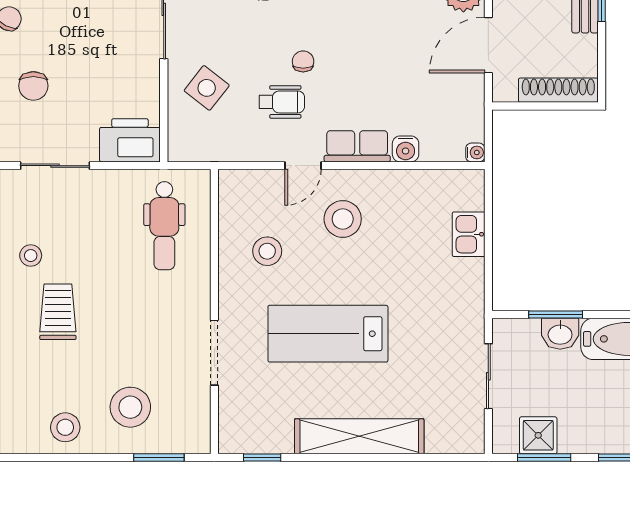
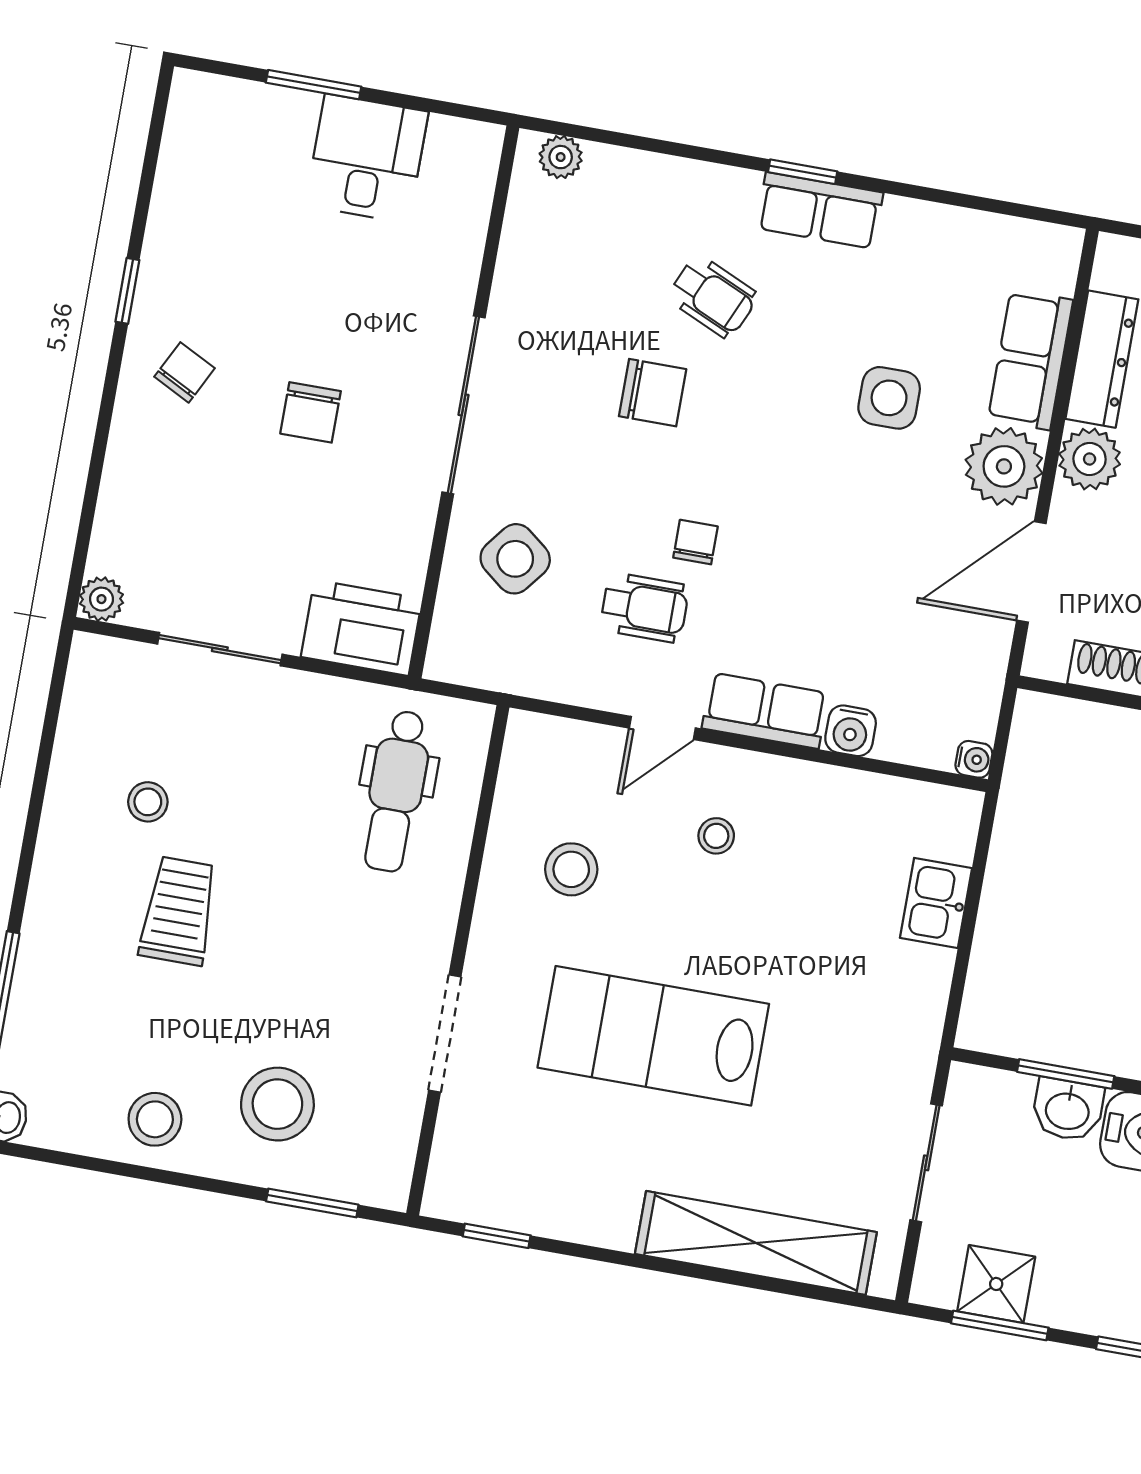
chair: (33, 86) -> (311, 412), moved
stool: (343, 219) -> (716, 836), width x0.53, depth x0.53
shelving: (359, 436) -> (756, 1243), moved

